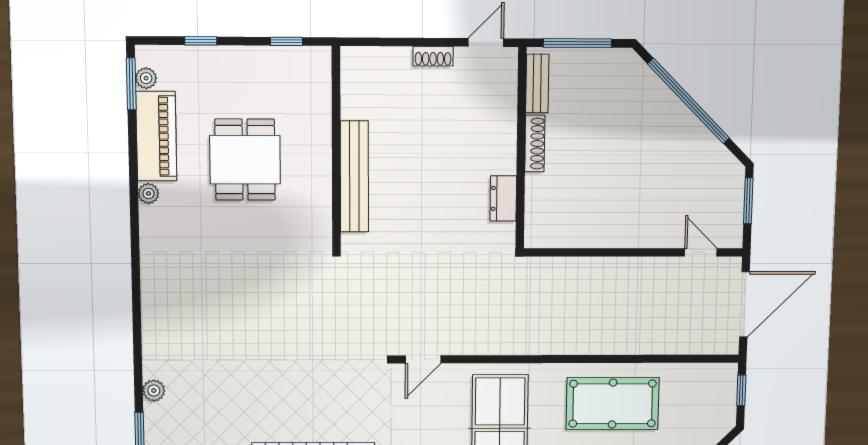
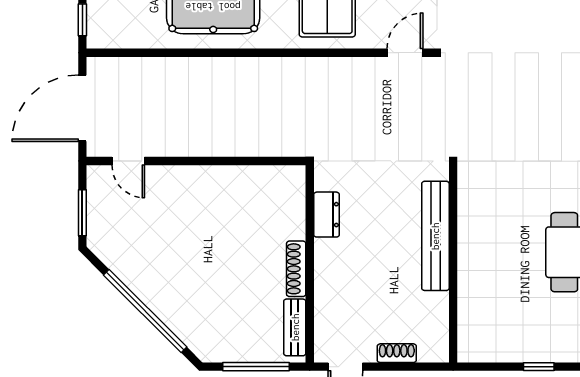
wall: (336, 148) -> (453, 264), moved
bench: (354, 177) -> (435, 236), moved

